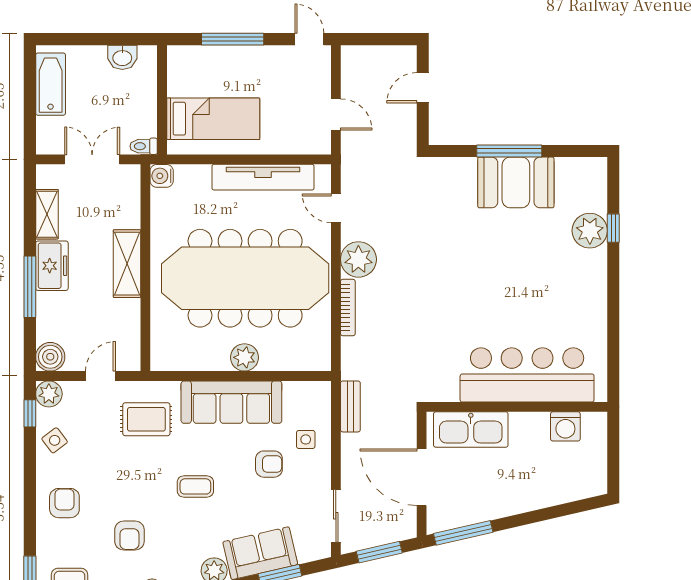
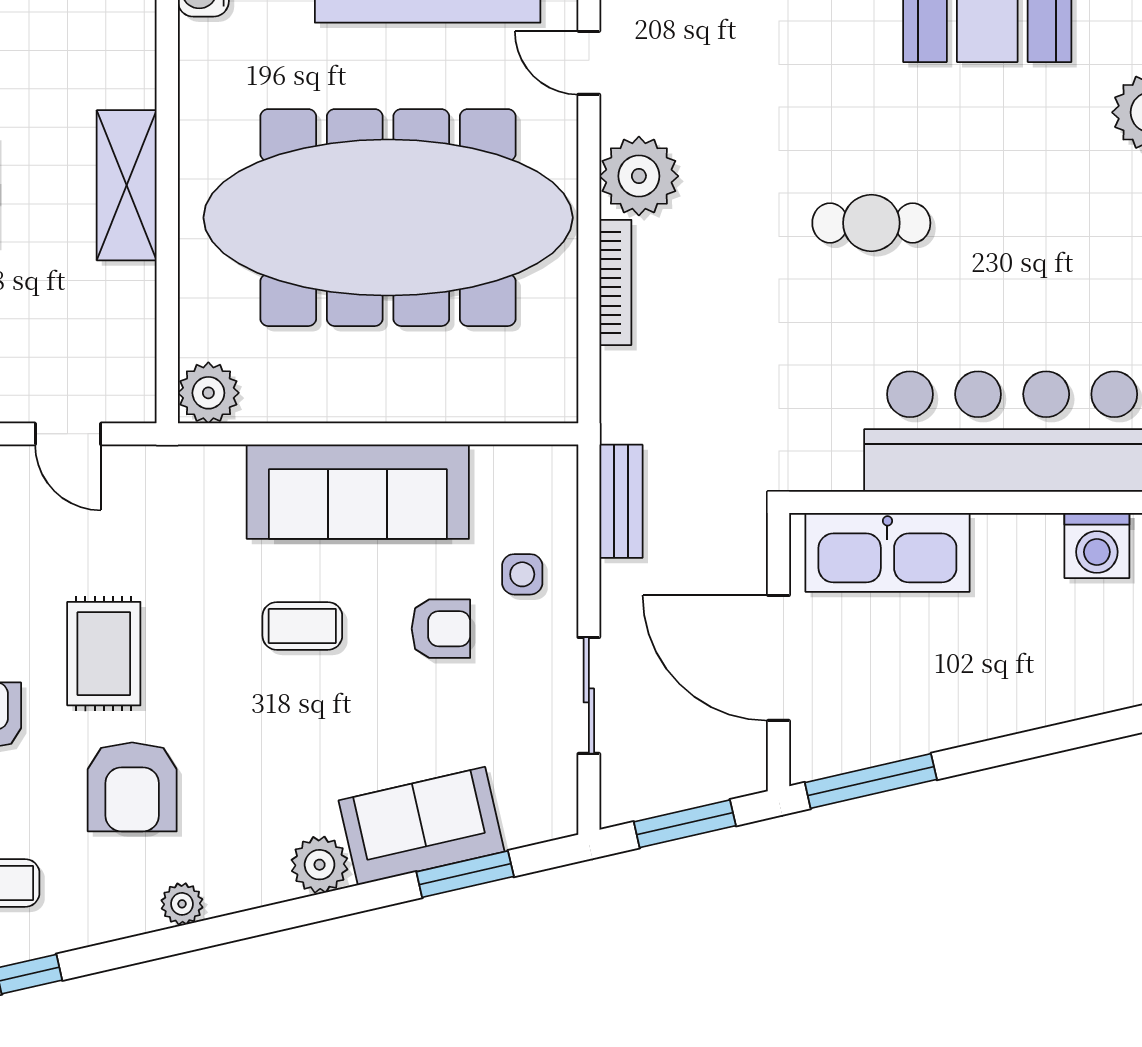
cafe table: (464, 281) -> (871, 223), added
plant: (244, 357) -> (208, 393), moved
door: (100, 376) -> (68, 434), swing flipped
rug: (146, 419) -> (104, 654), moved, turned 90
coffee table: (195, 486) -> (302, 626), moved
sliding door: (336, 516) -> (589, 695), moved
armchair: (129, 536) -> (132, 787), width x1.38, depth x1.38

